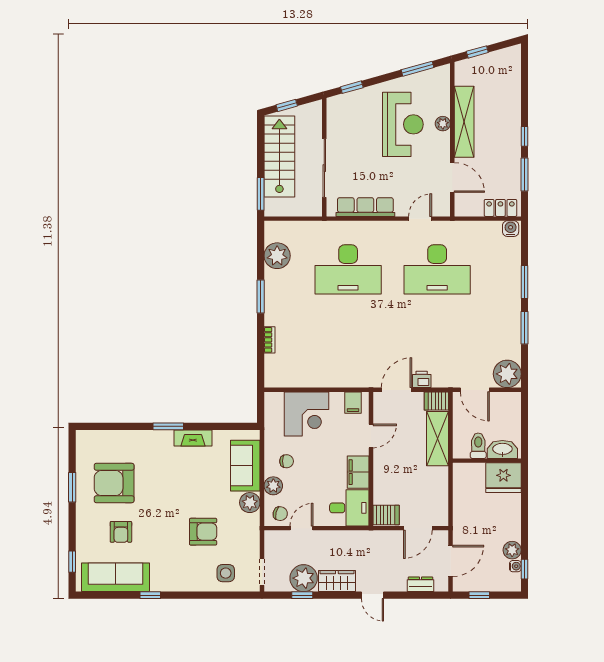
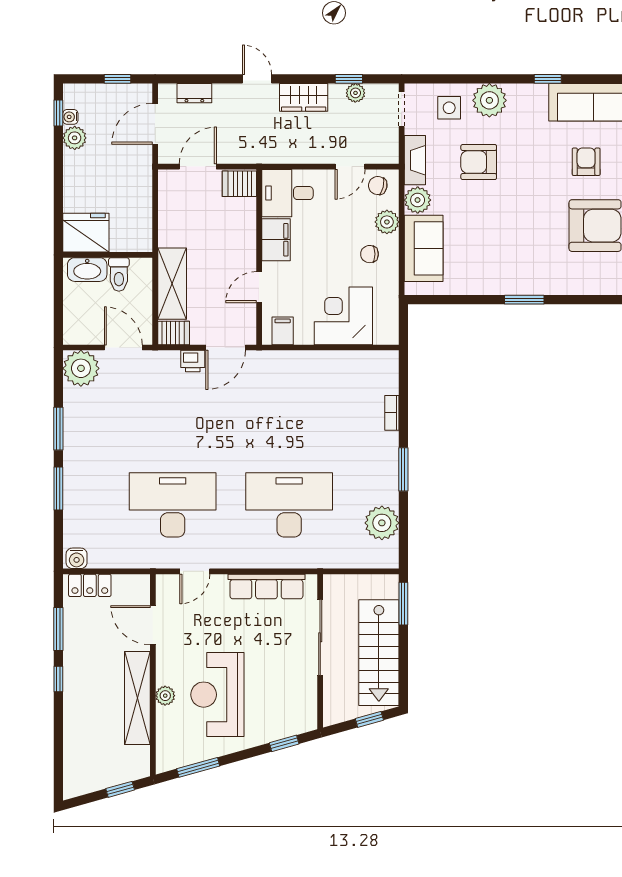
fireplace: (193, 438) -> (415, 160), moved, turned 90
plant: (304, 578) -> (355, 93), width x0.53, depth x0.53
plant: (195, 579) -> (489, 100), added

